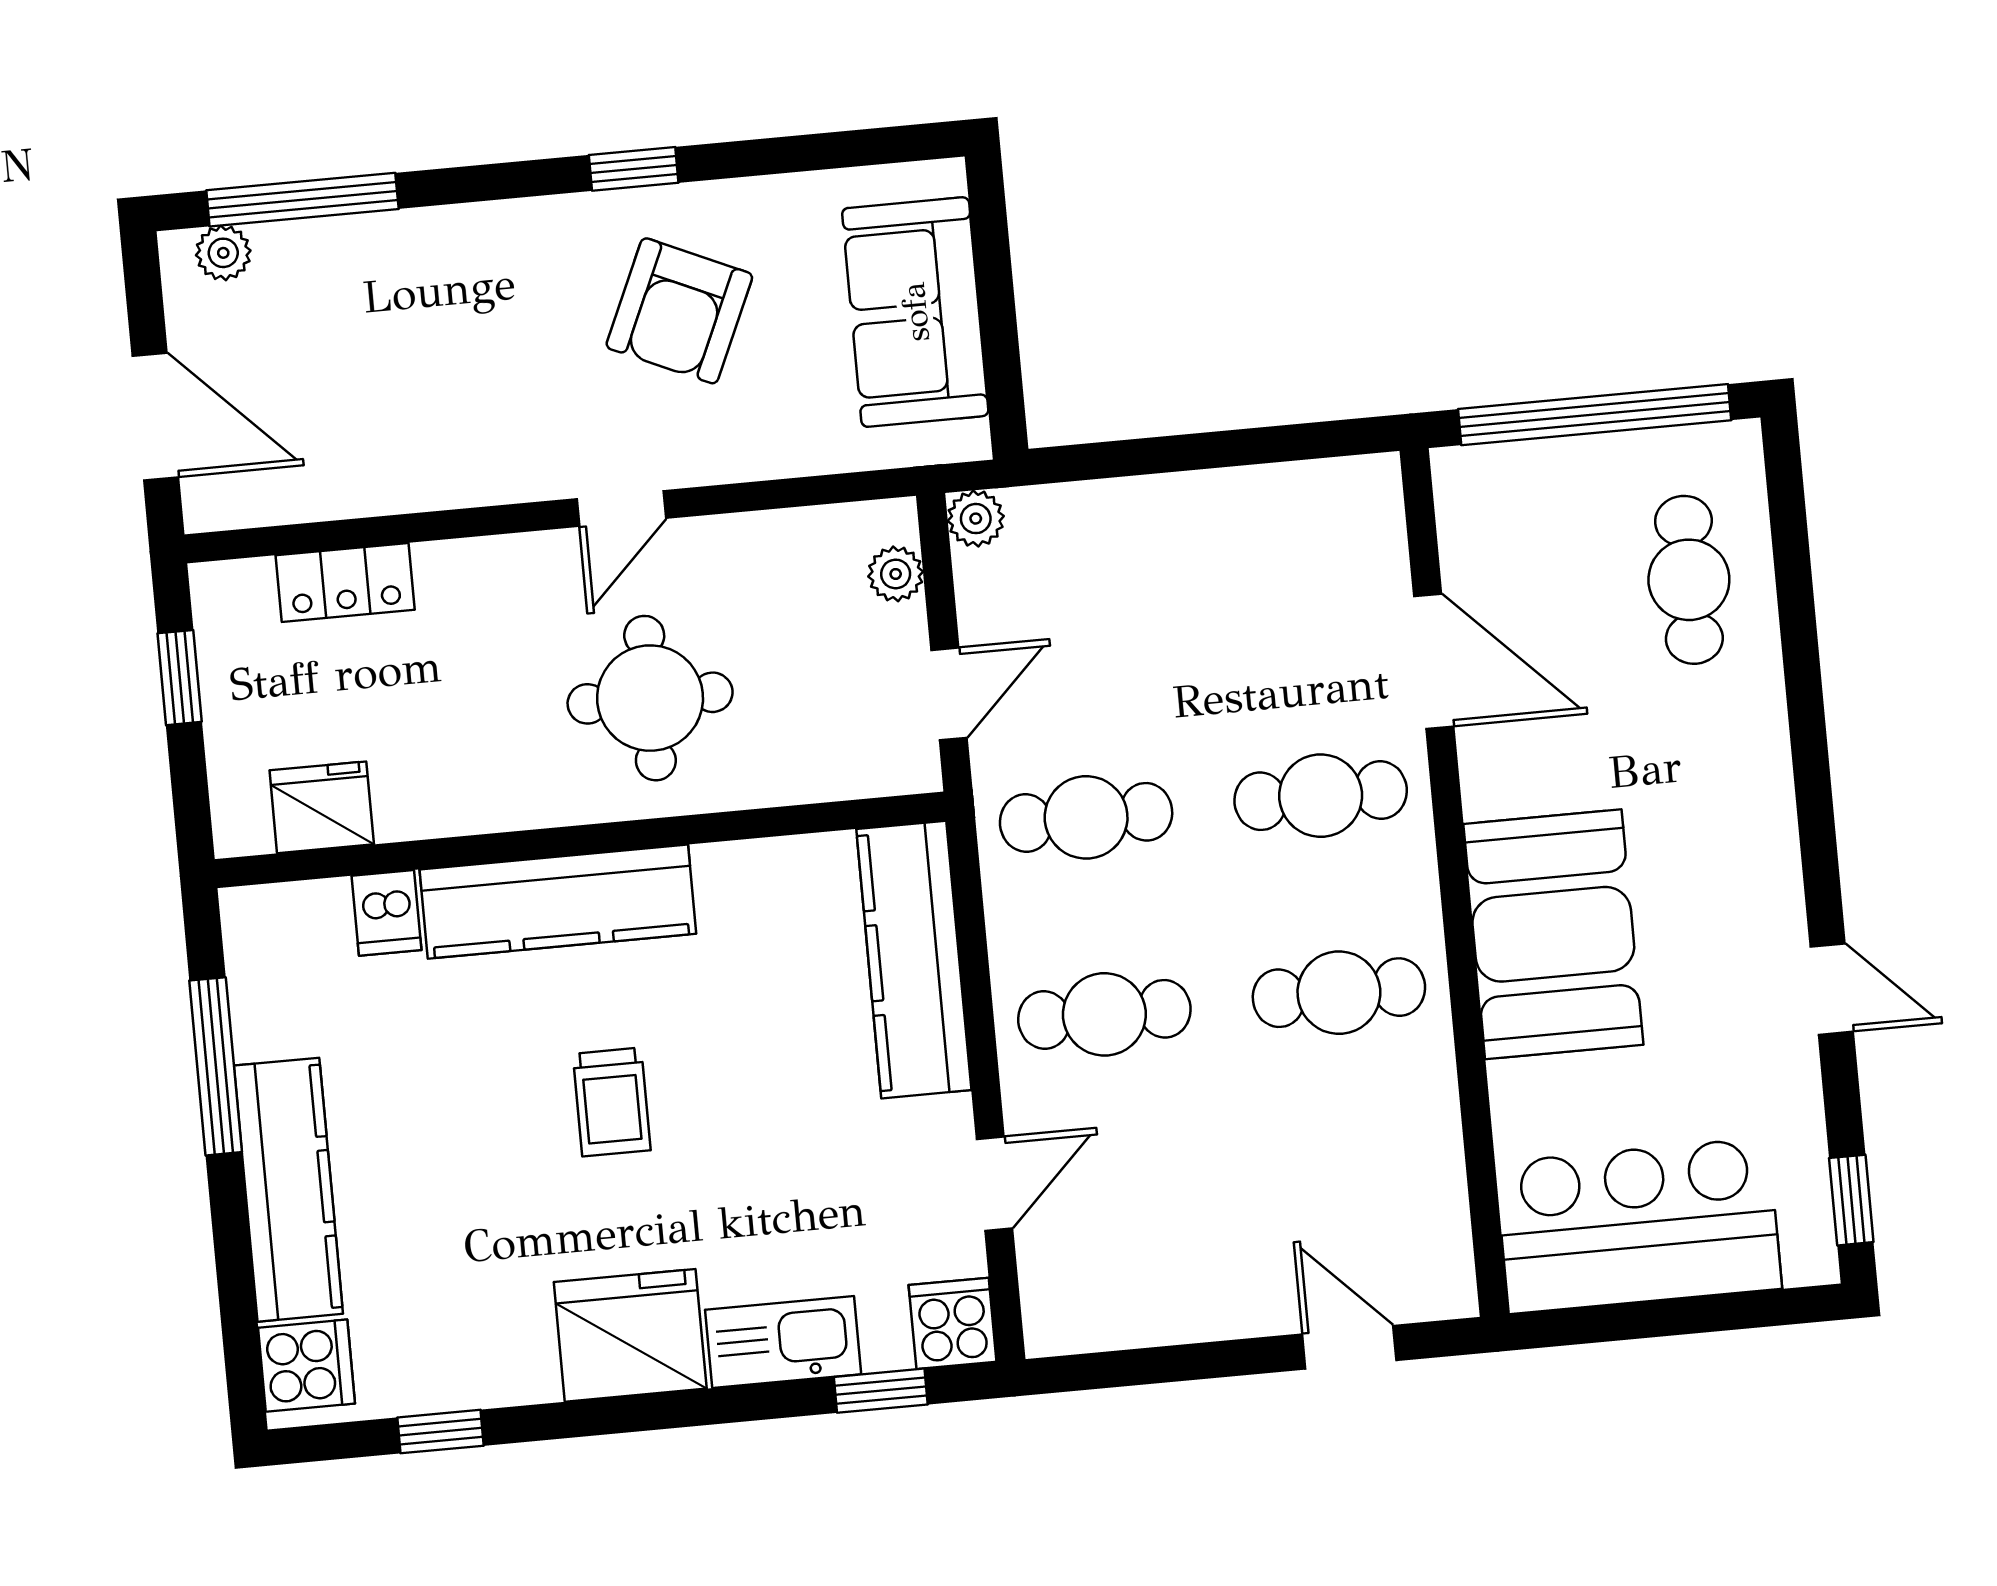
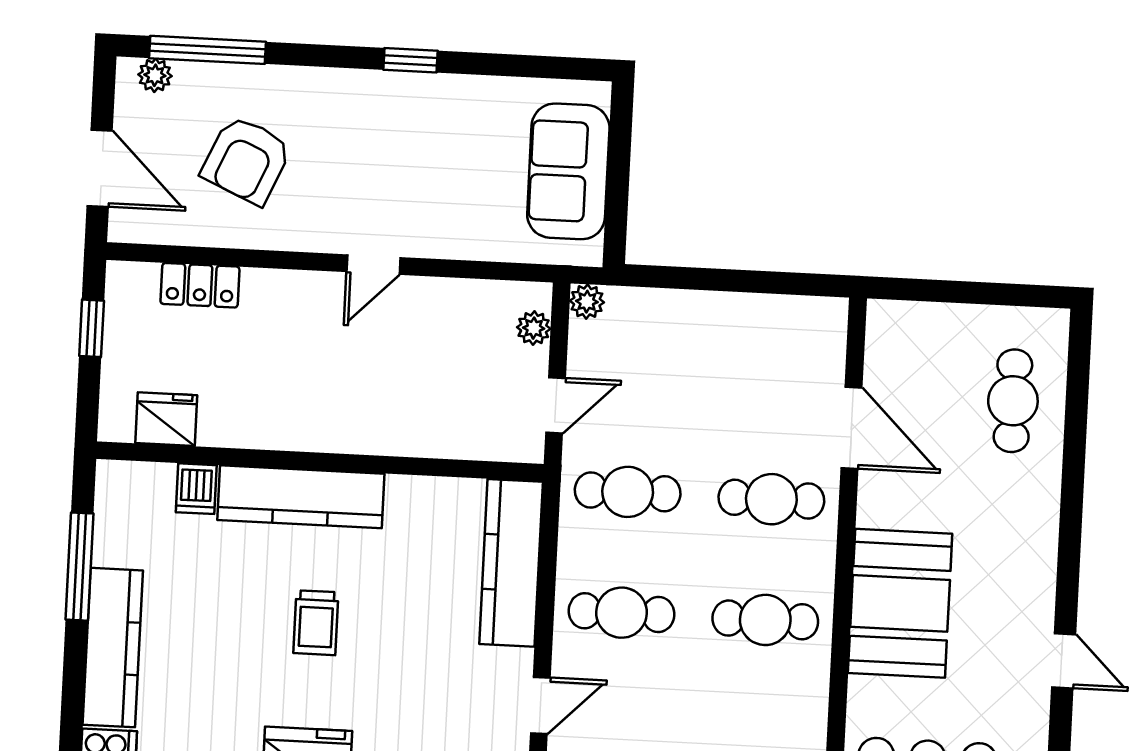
armchair: (679, 311) -> (247, 160), moved
window: (1595, 415) -> (970, 293), removed
round table: (650, 698) -> (374, 382), removed

